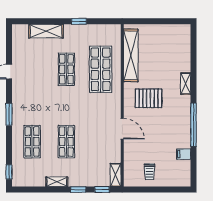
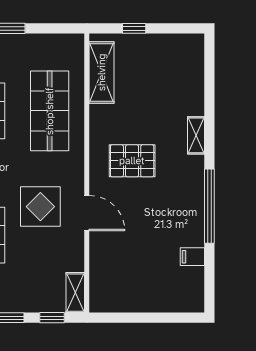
window: (150, 21) -> (134, 28), added
shelving: (131, 55) -> (102, 72), width x0.68
display table: (95, 125) -> (40, 207), added
trolley: (149, 172) -> (134, 287), removed

